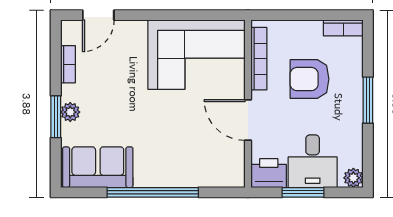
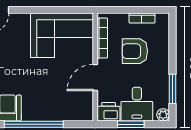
bookcase: (343, 28) -> (142, 18), moved
window: (368, 100) -> (172, 89), moved
door: (248, 120) -> (95, 78), hinge flipped

